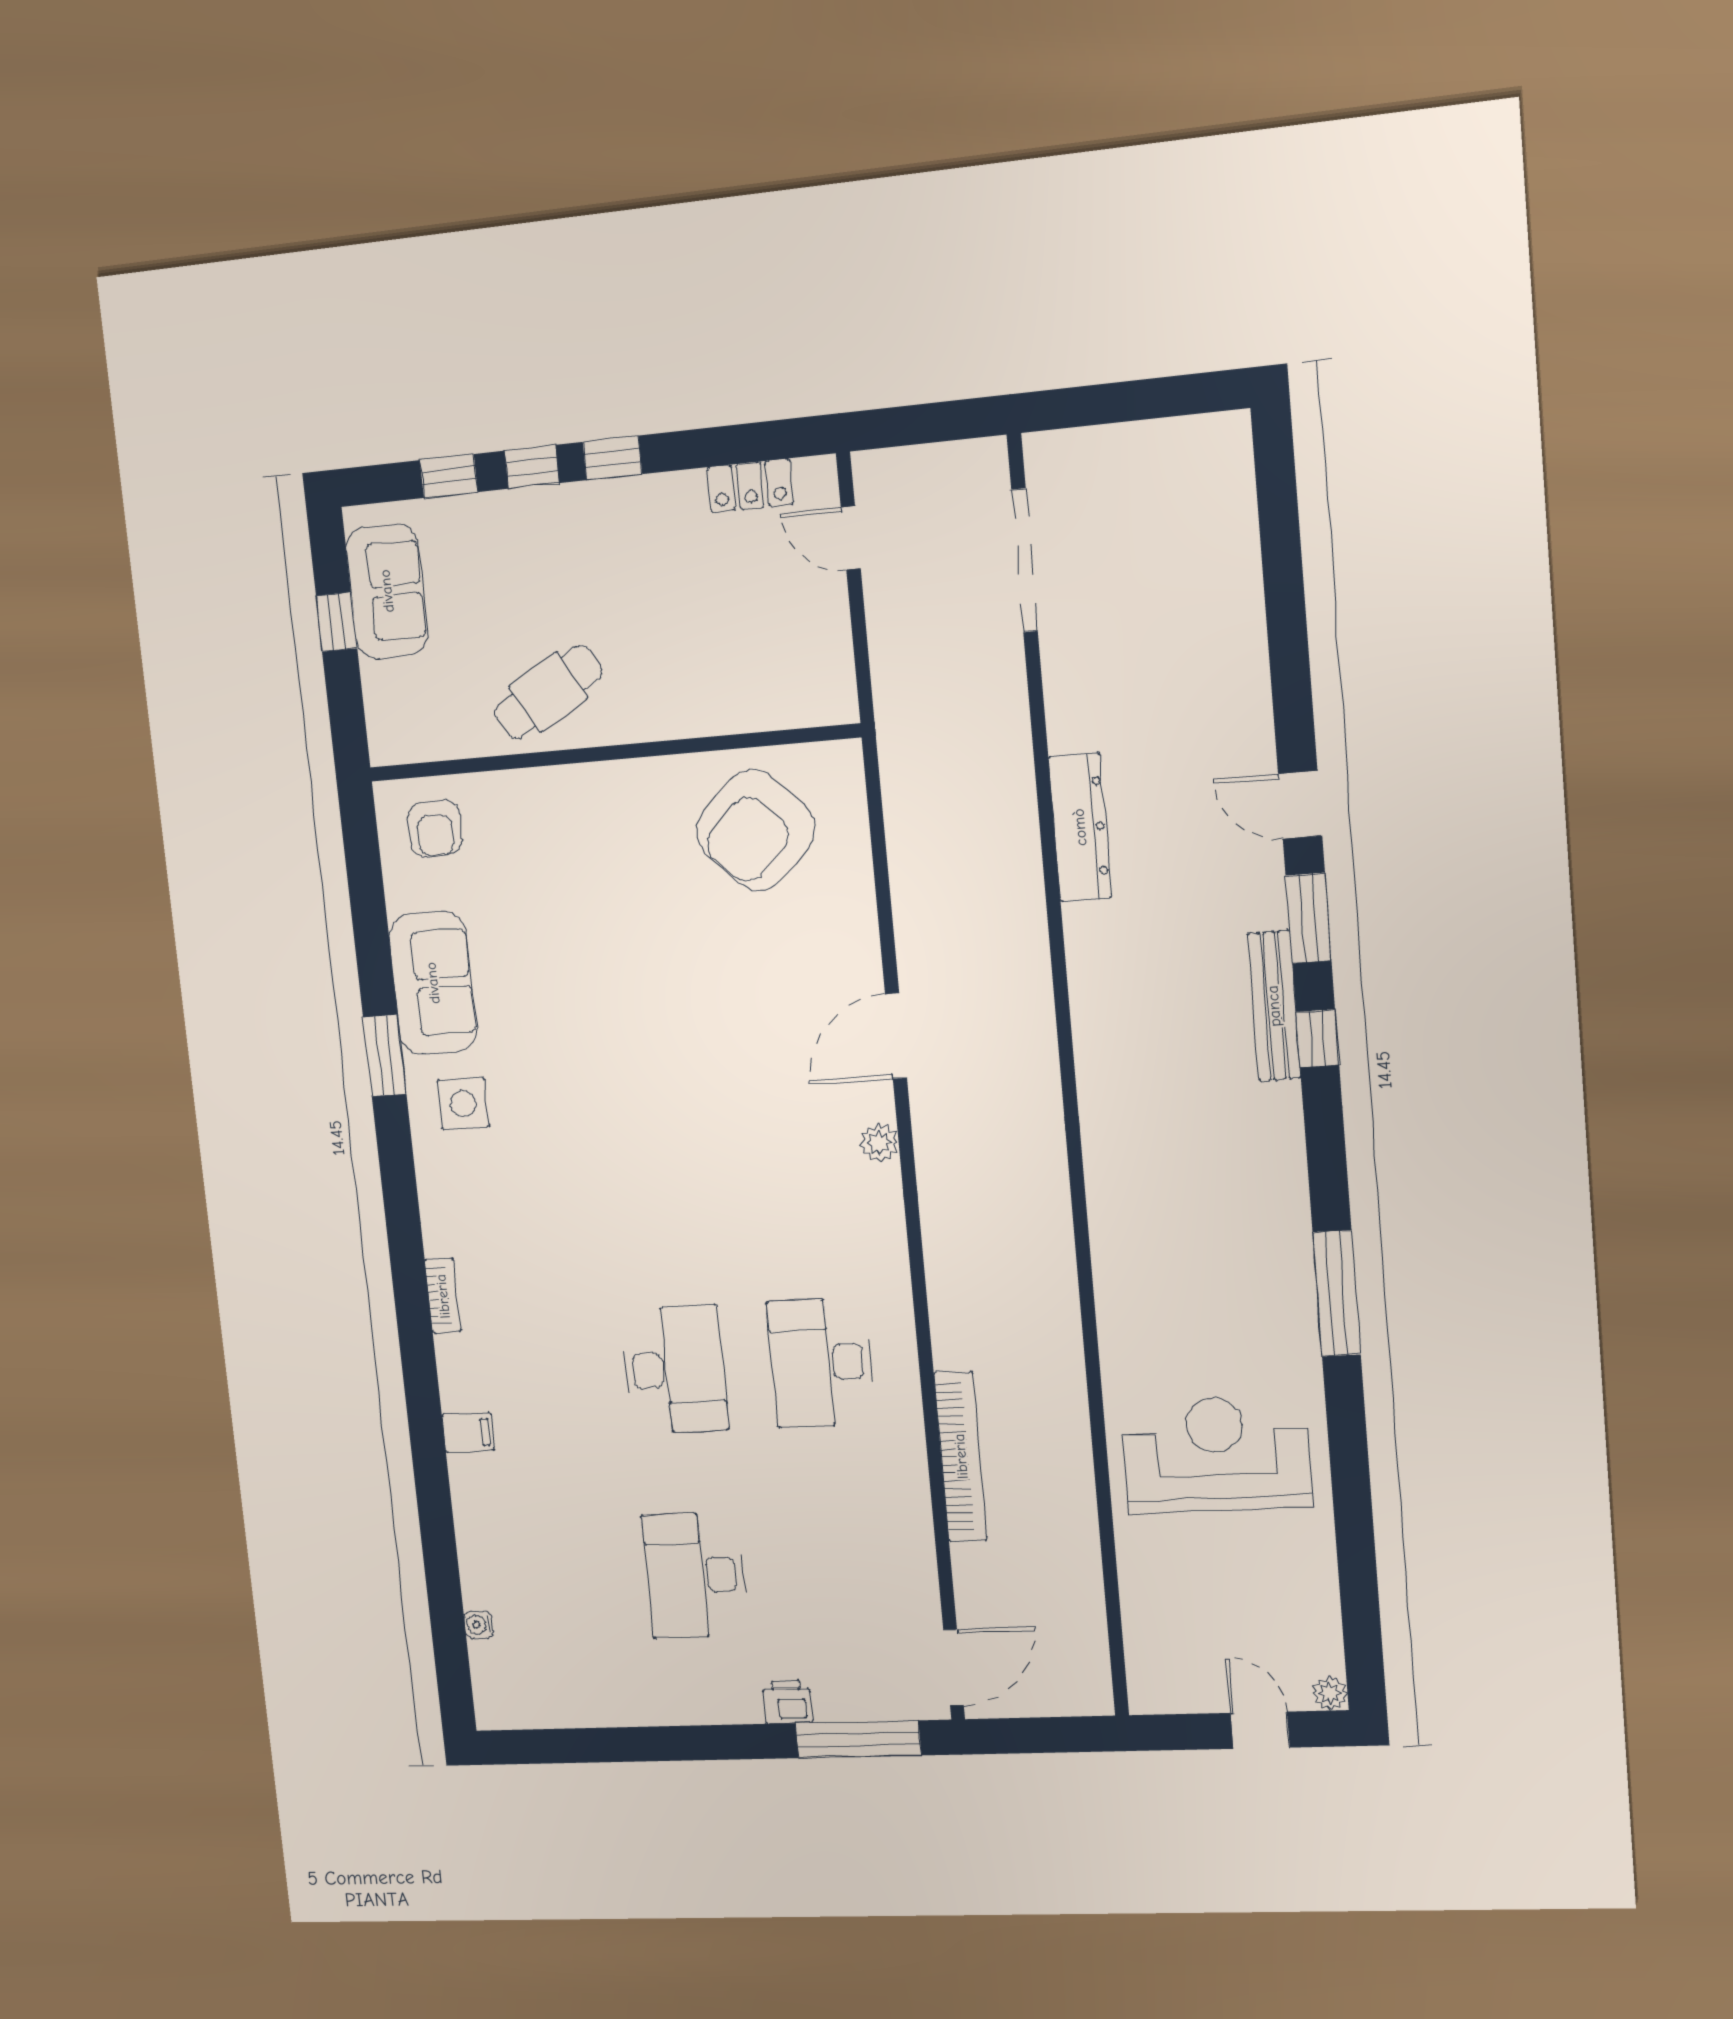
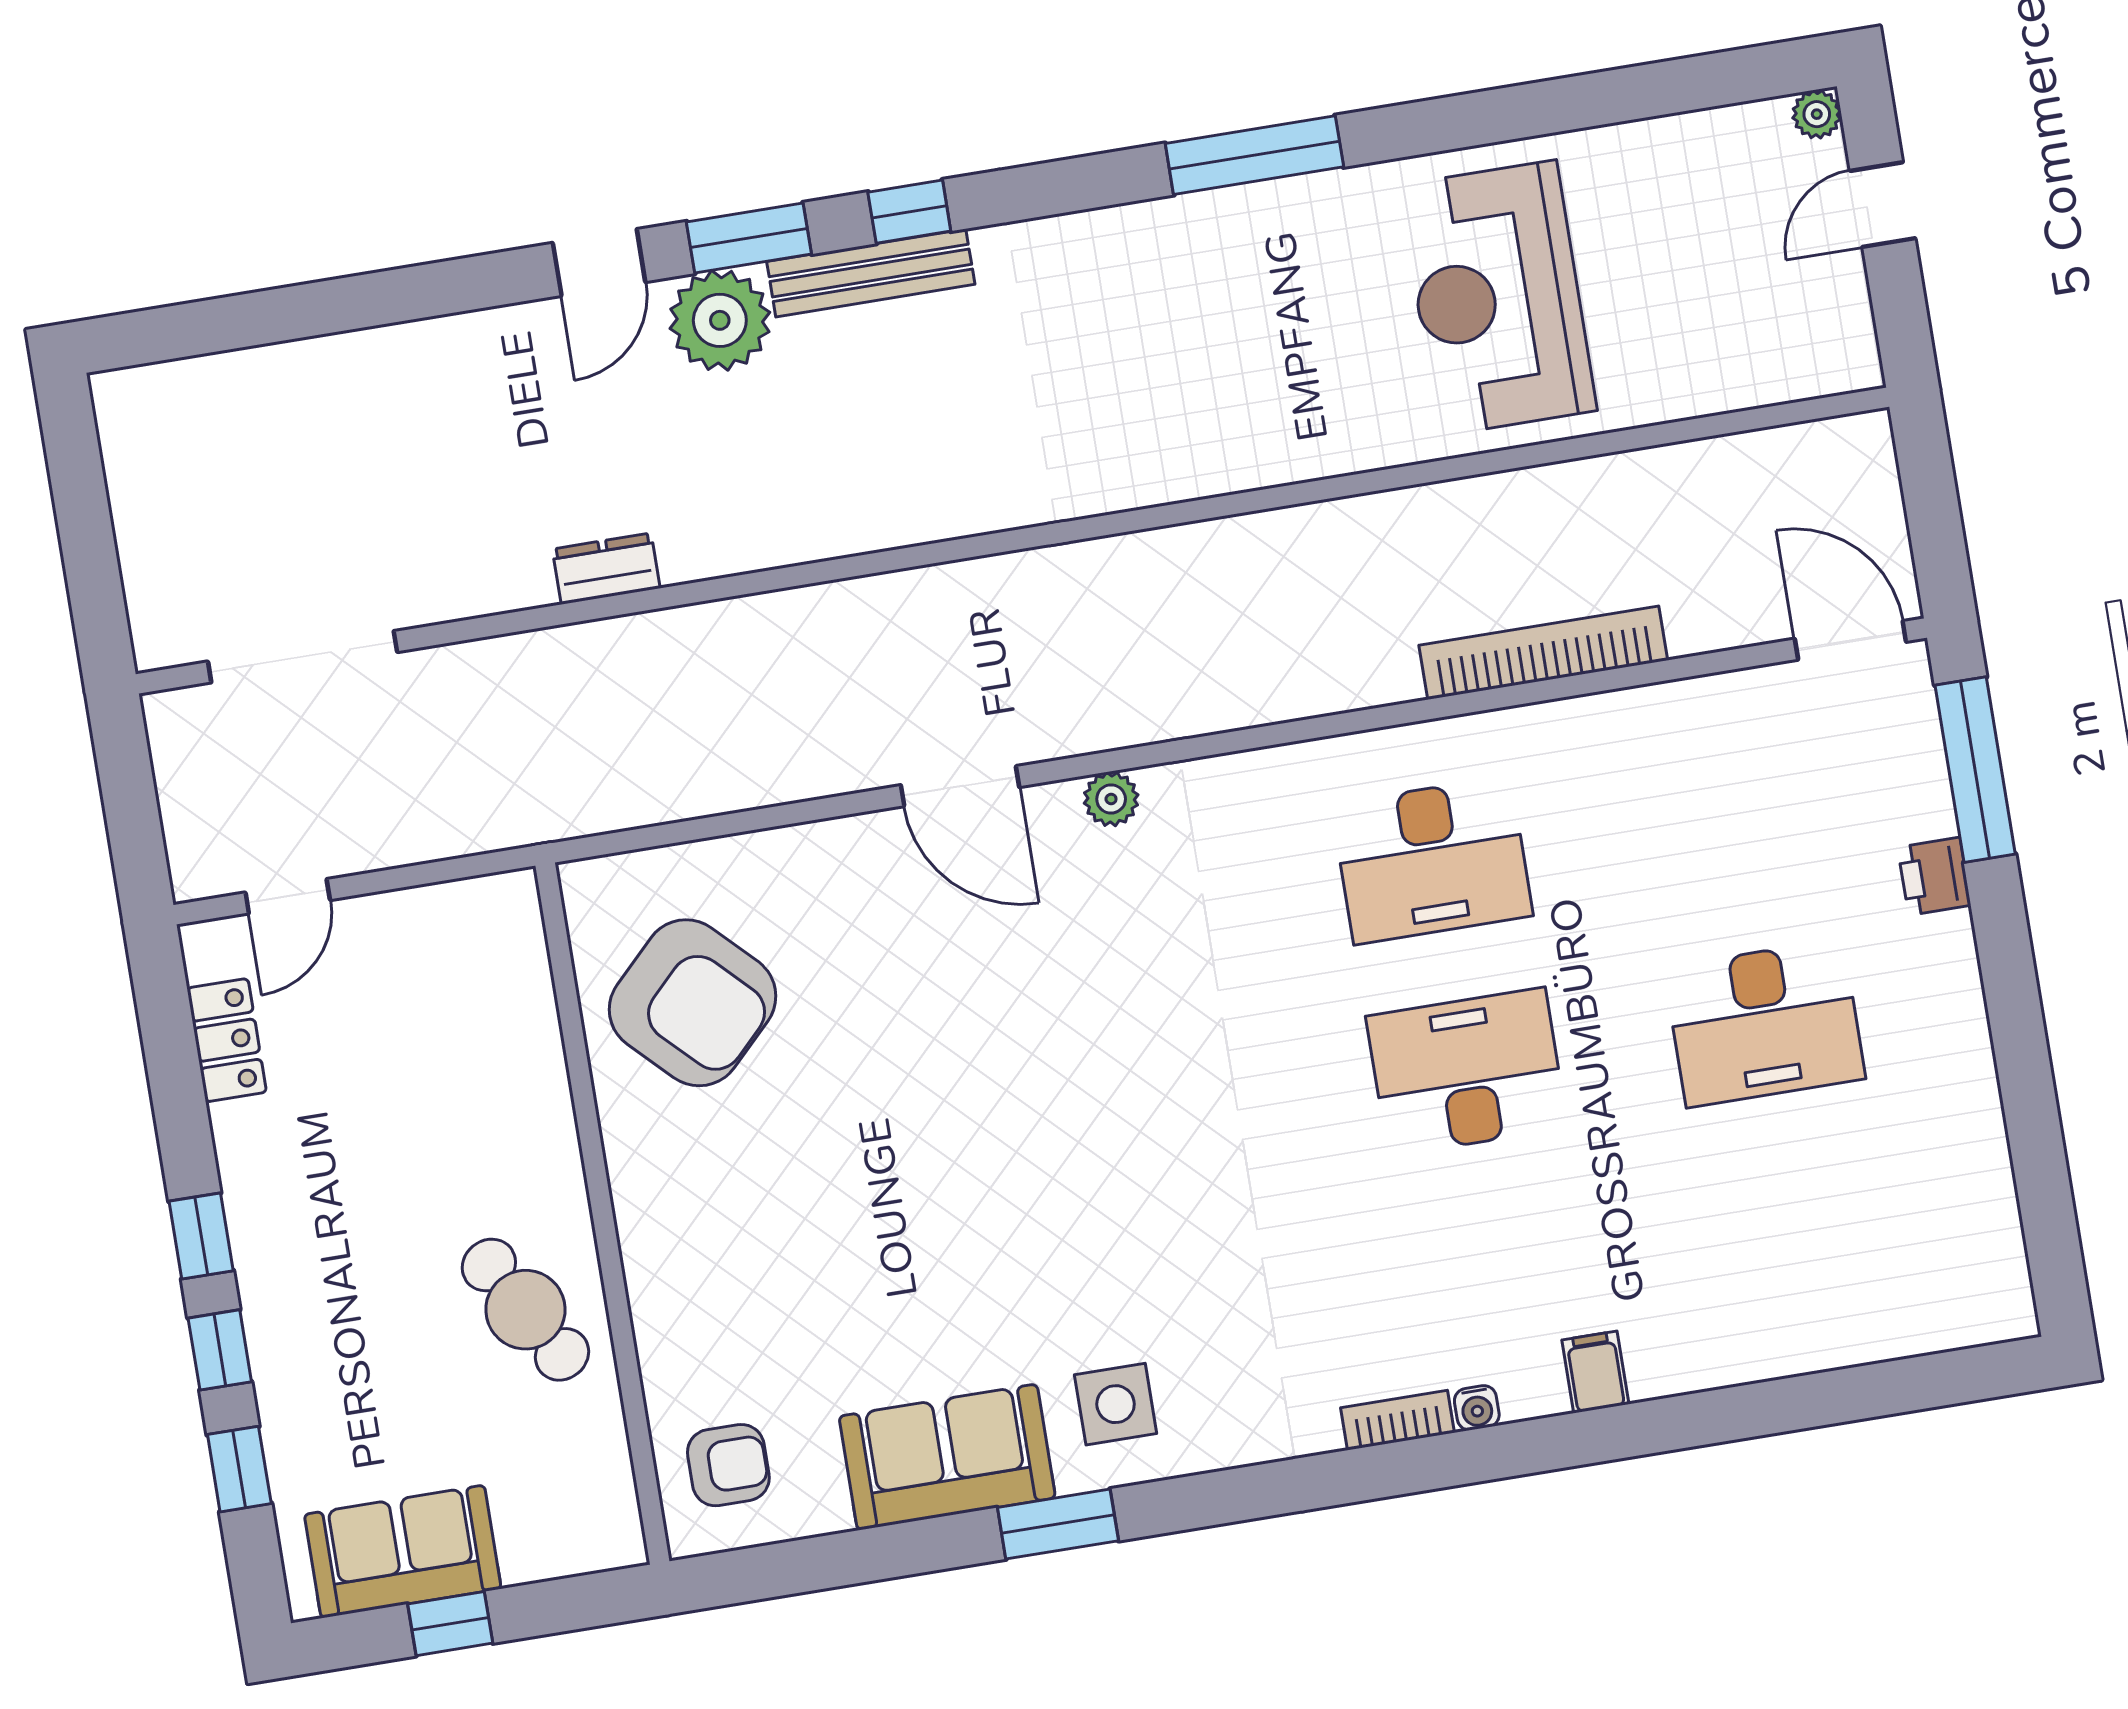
dresser: (1080, 827) -> (606, 569), width x0.51, depth x0.80
plant: (1249, 891) -> (720, 320), added
water cooler: (479, 1625) -> (1477, 1408), moved

